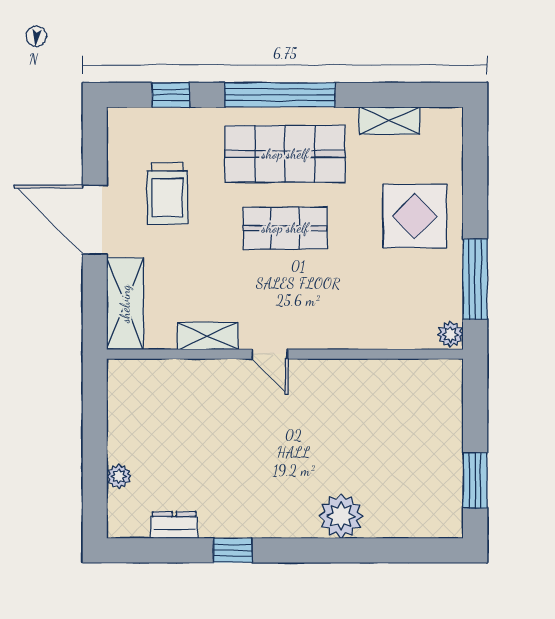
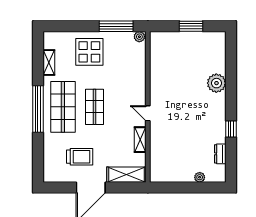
window: (171, 95) -> (38, 155), removed
door: (270, 354) -> (148, 113), swing flipped
window: (475, 481) -> (191, 26), moved

